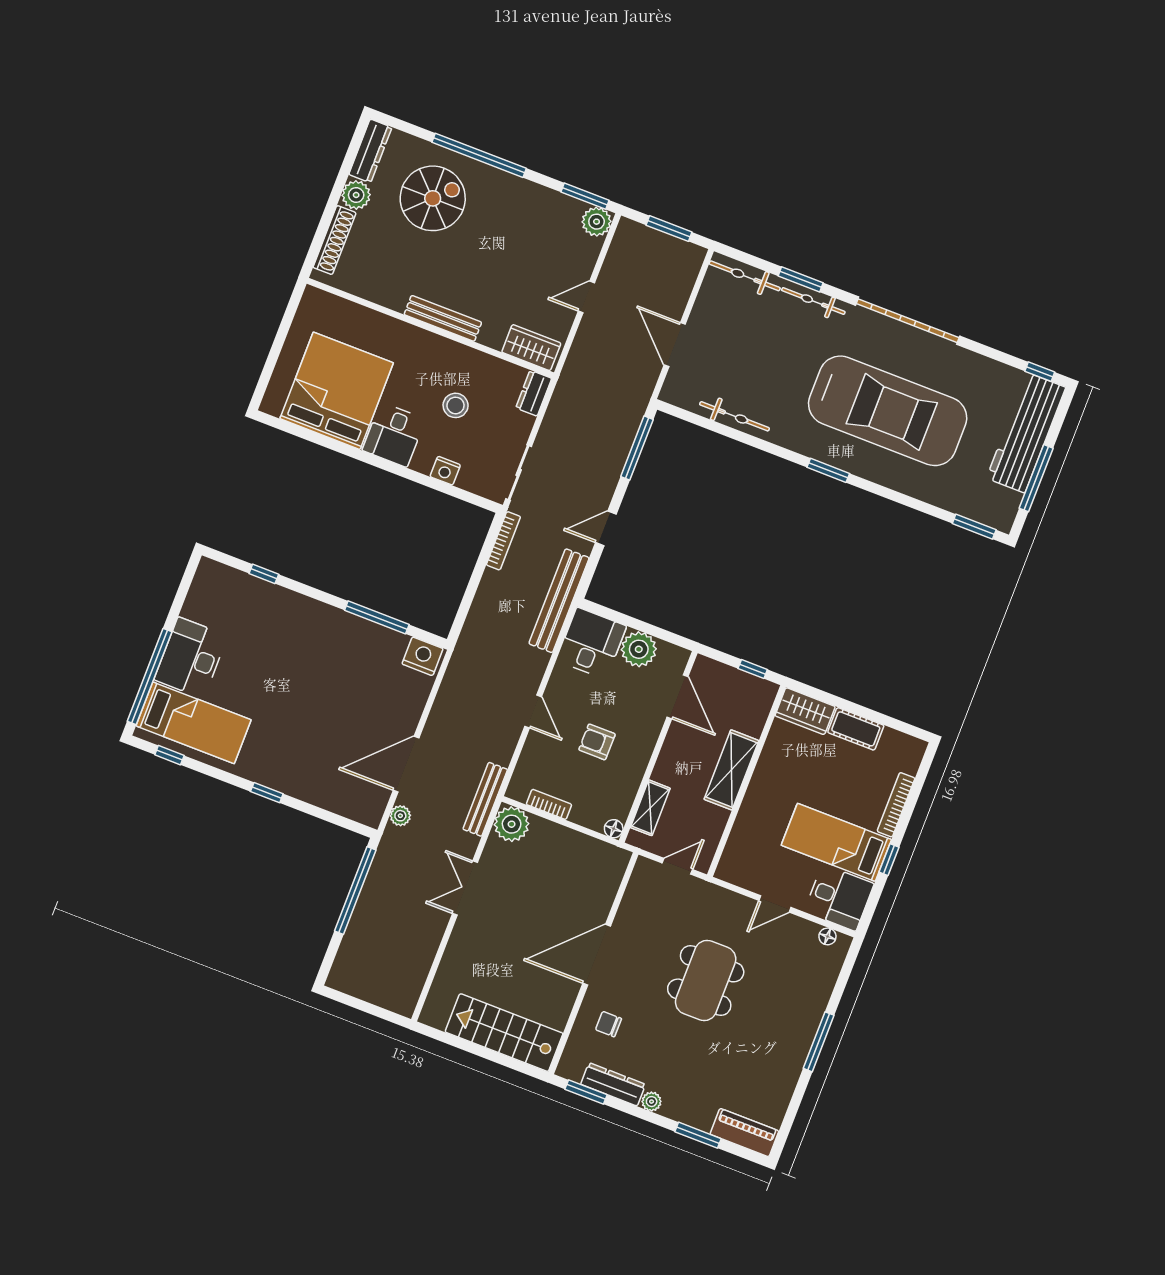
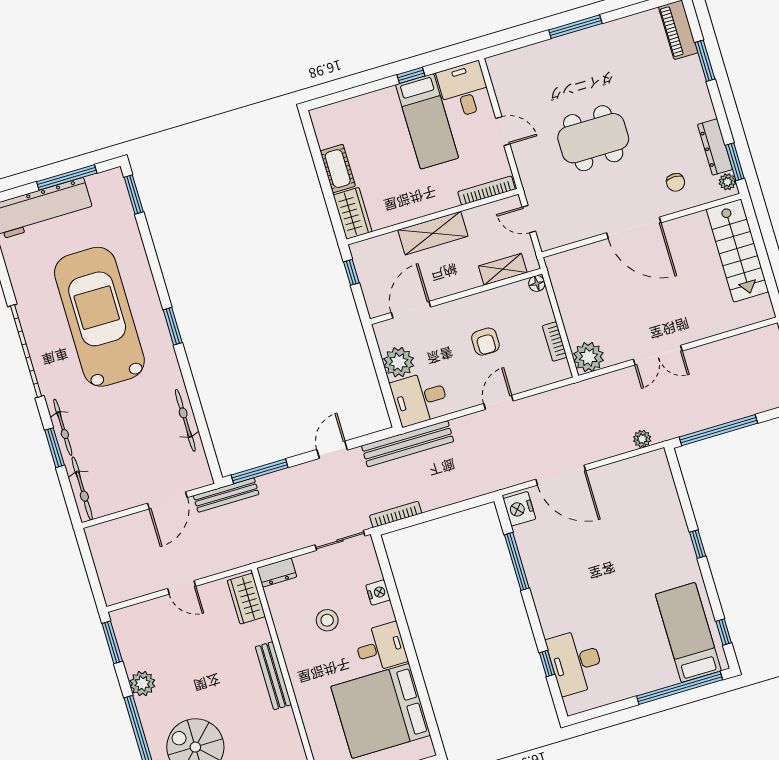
plant: (597, 222) -> (142, 684), moved
window: (669, 229) -> (90, 566), removed
door: (606, 528) -> (332, 450), swing flipped
desk: (191, 658) -> (576, 662), moved, turned 90
door: (406, 764) -> (561, 475), moved
bench: (485, 799) -> (226, 495), moved
bookcase: (896, 805) -> (486, 191), moved, turned 180
floor lamp: (827, 936) -> (497, 77), removed
plant: (652, 1102) -> (727, 182), moved

